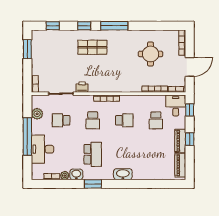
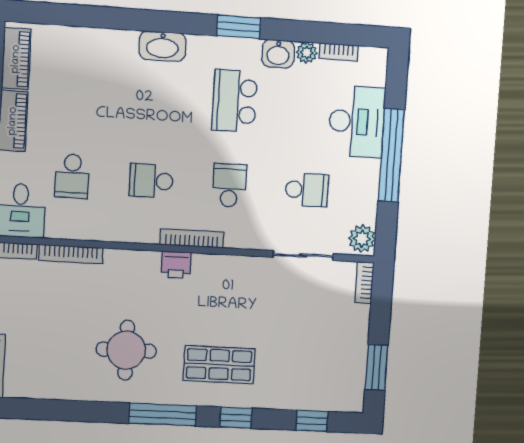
round table: (150, 54) -> (126, 350), moved
printer: (82, 87) -> (176, 265), moved
plant: (37, 114) -> (362, 239), moved
school desk: (156, 120) -> (72, 176), turned 180

